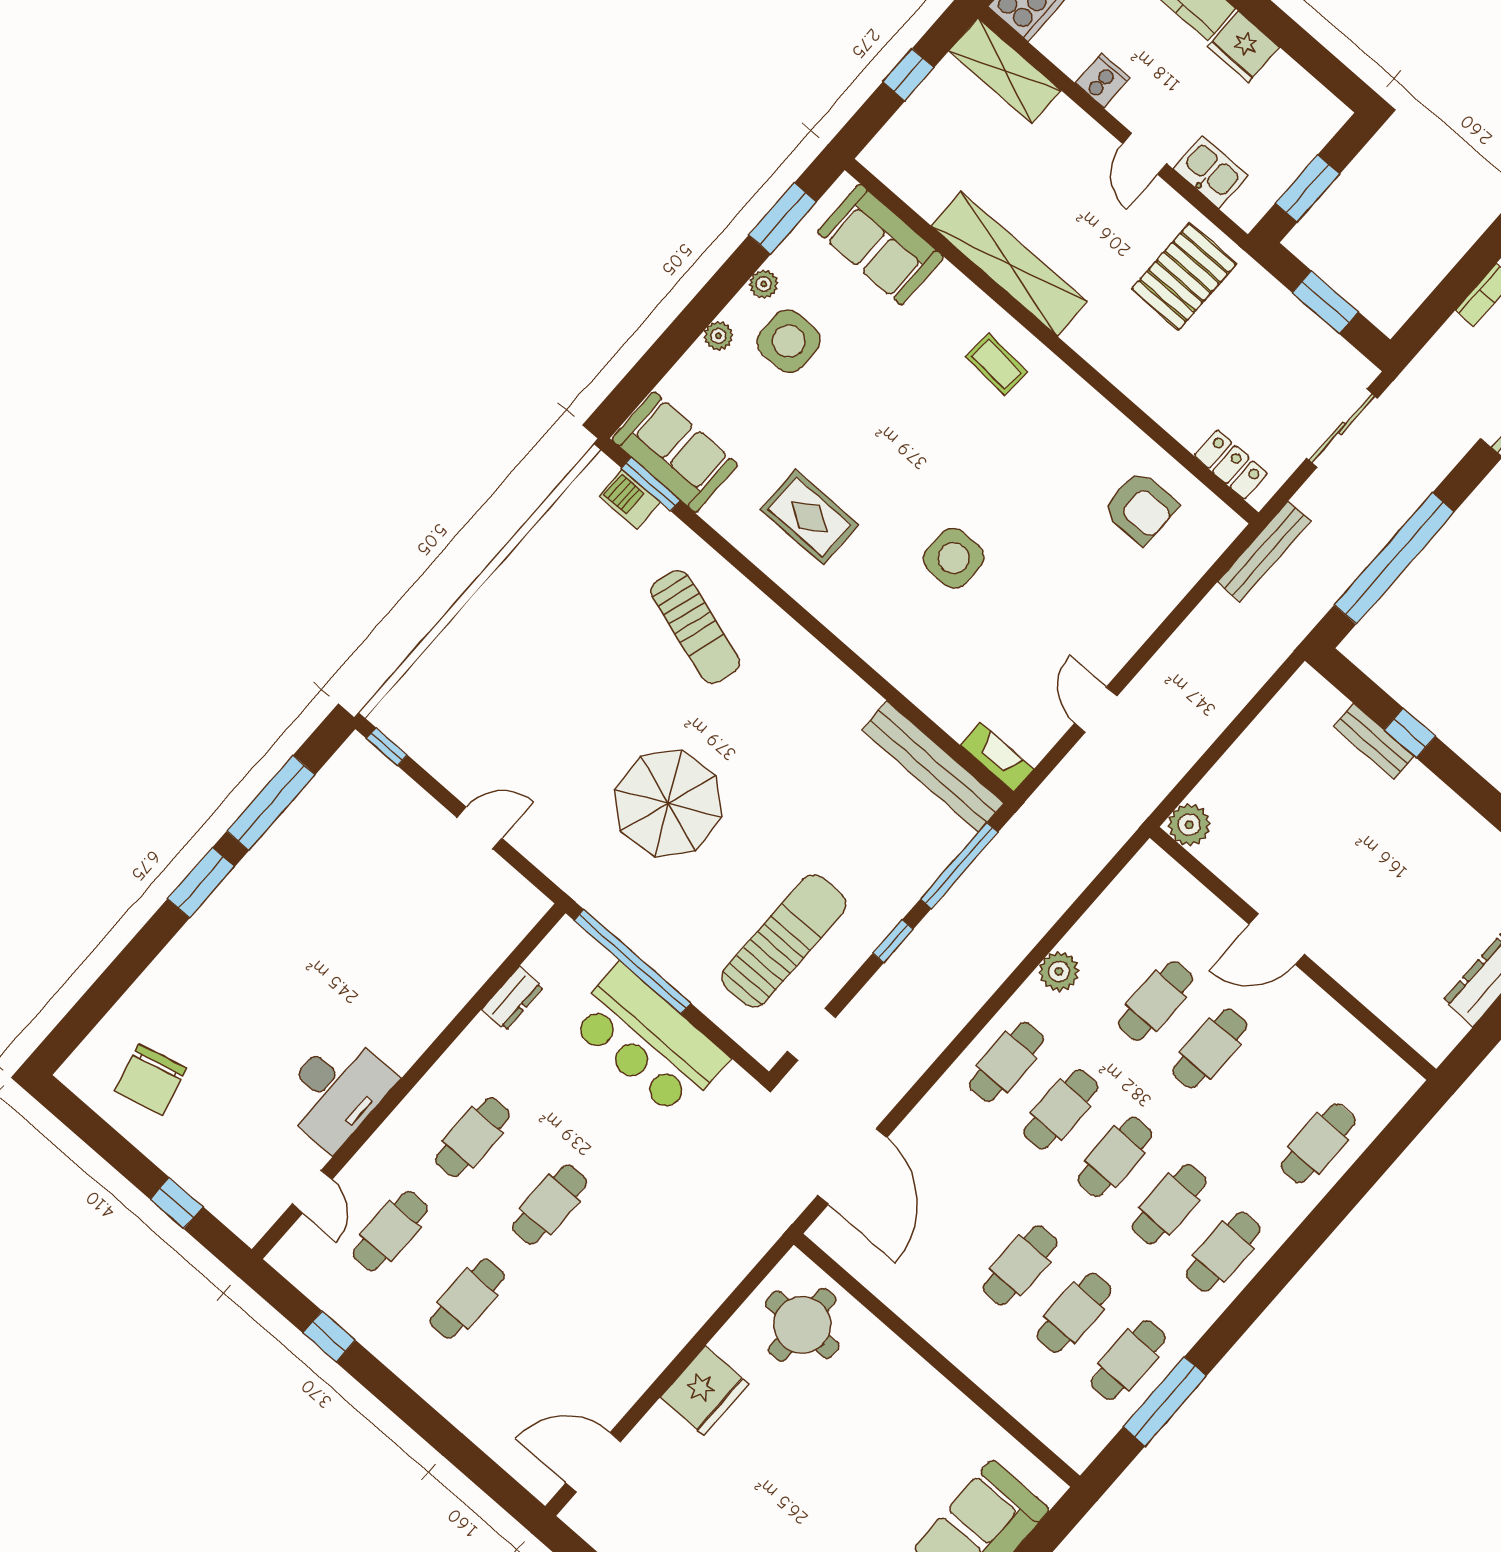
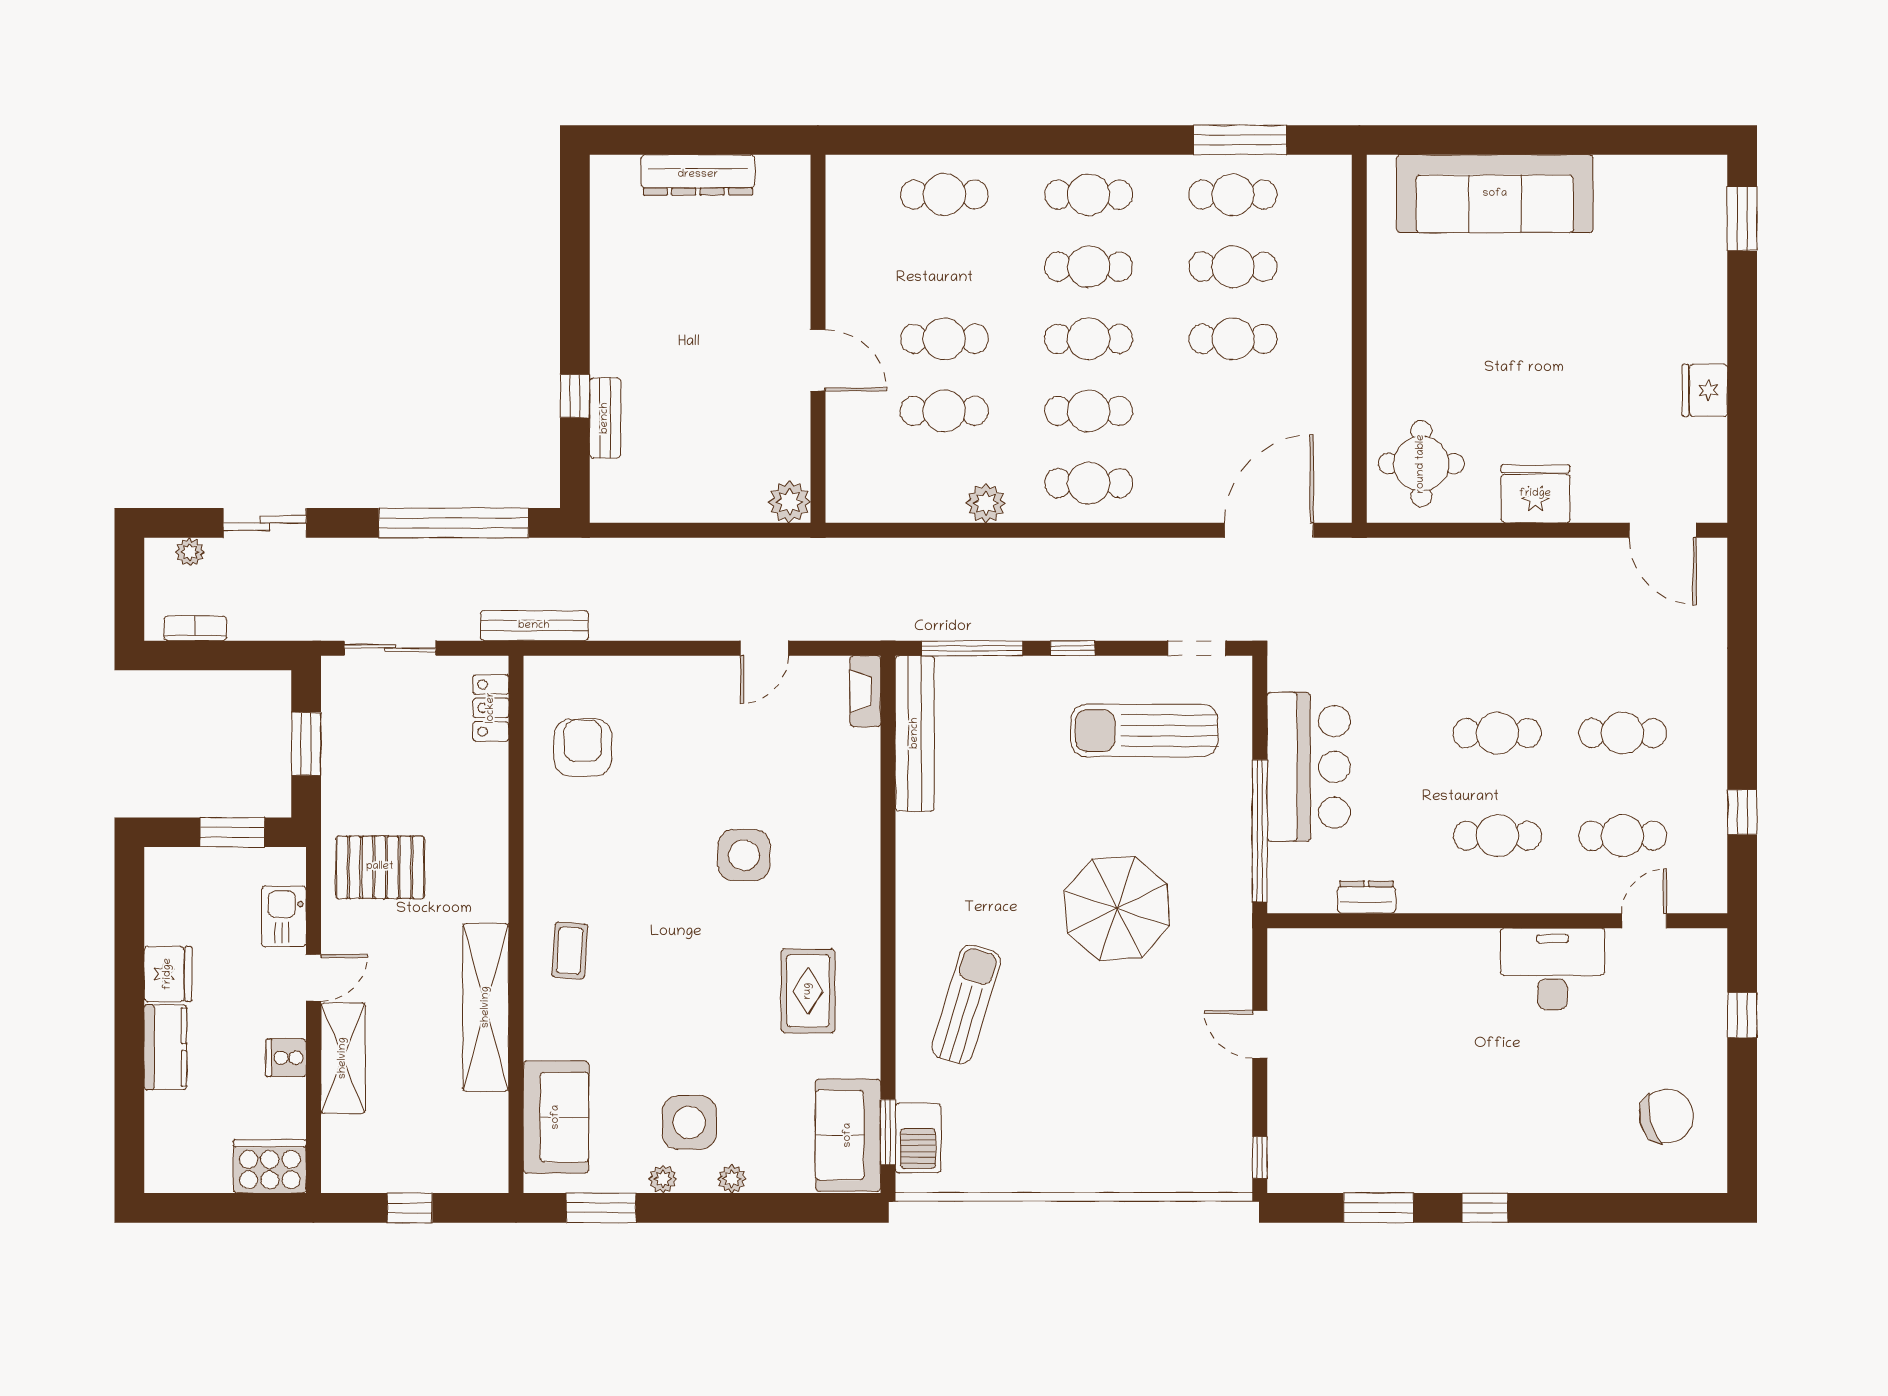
shelving: (1005, 71) -> (343, 1058), moved
barbecue: (630, 499) -> (918, 1138), width x1.38, depth x1.27
window: (271, 803) -> (1378, 1208), width x0.69
window: (201, 883) -> (1485, 1208), width x0.67

